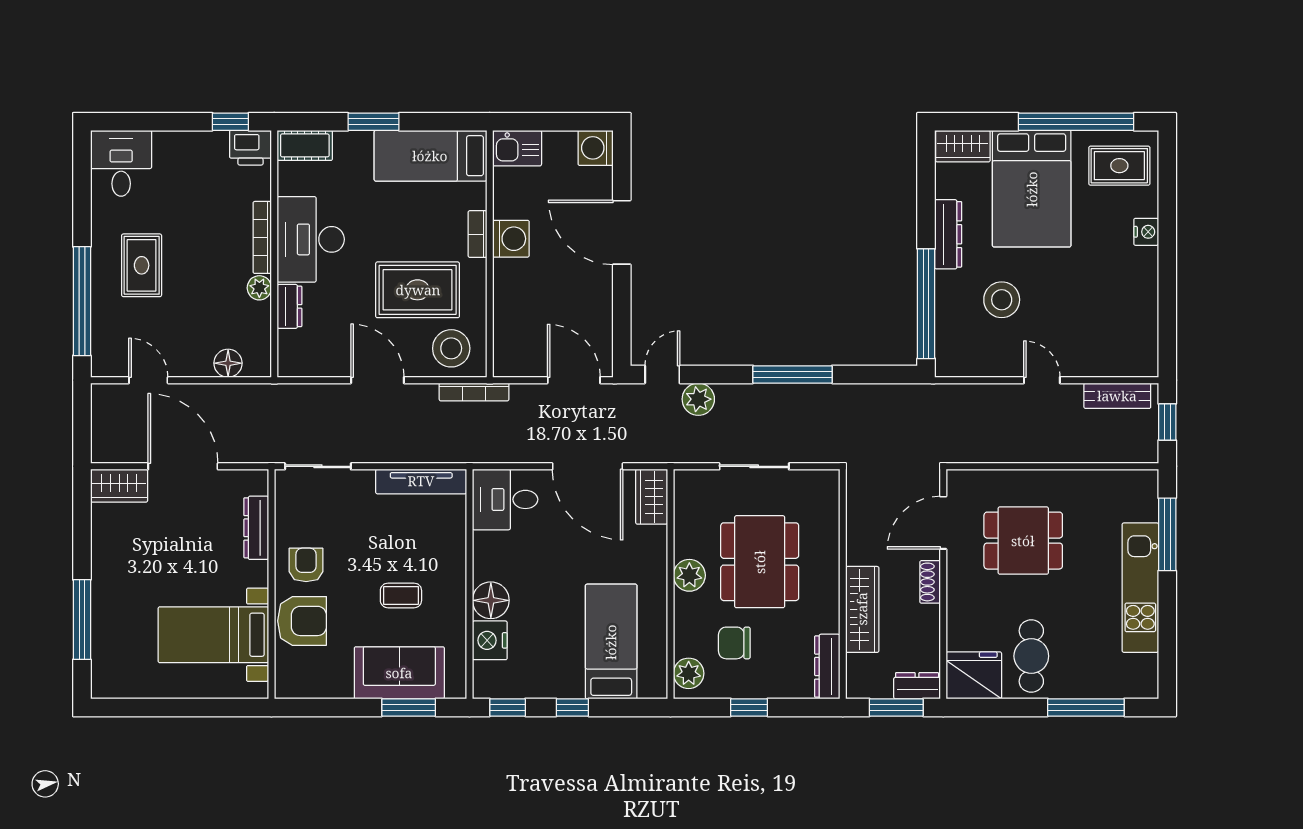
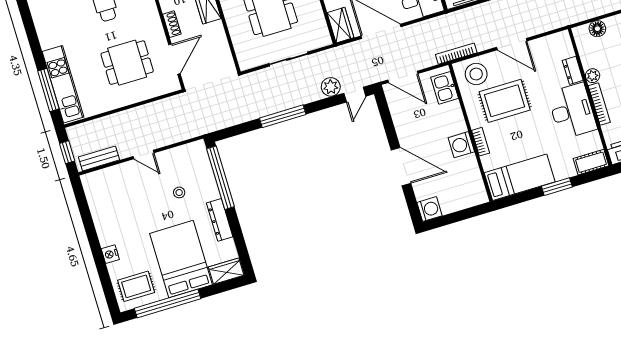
kitchen sink: (517, 148) -> (445, 88), moved, turned -90
stool: (1002, 300) -> (179, 192), width x0.53, depth x0.53
kitchen unit: (1140, 588) -> (63, 84), moved

